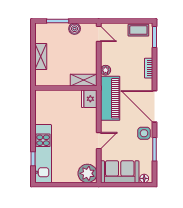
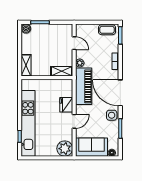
boiler: (75, 29) -> (26, 29), moved
door: (99, 34) -> (74, 43), moved
shelving: (41, 57) -> (26, 65), moved
fridge: (89, 99) -> (66, 105), moved
kitchen unit: (43, 154) -> (28, 123), width x1.36

